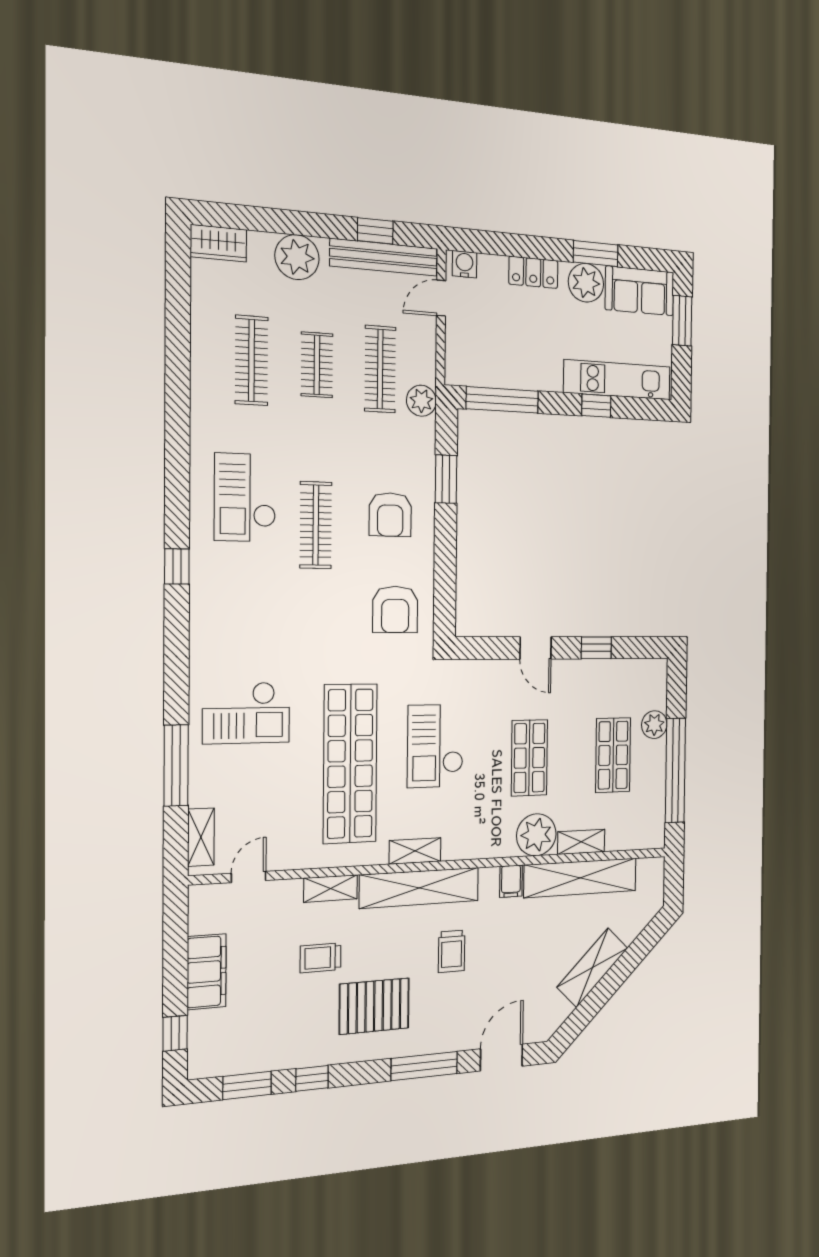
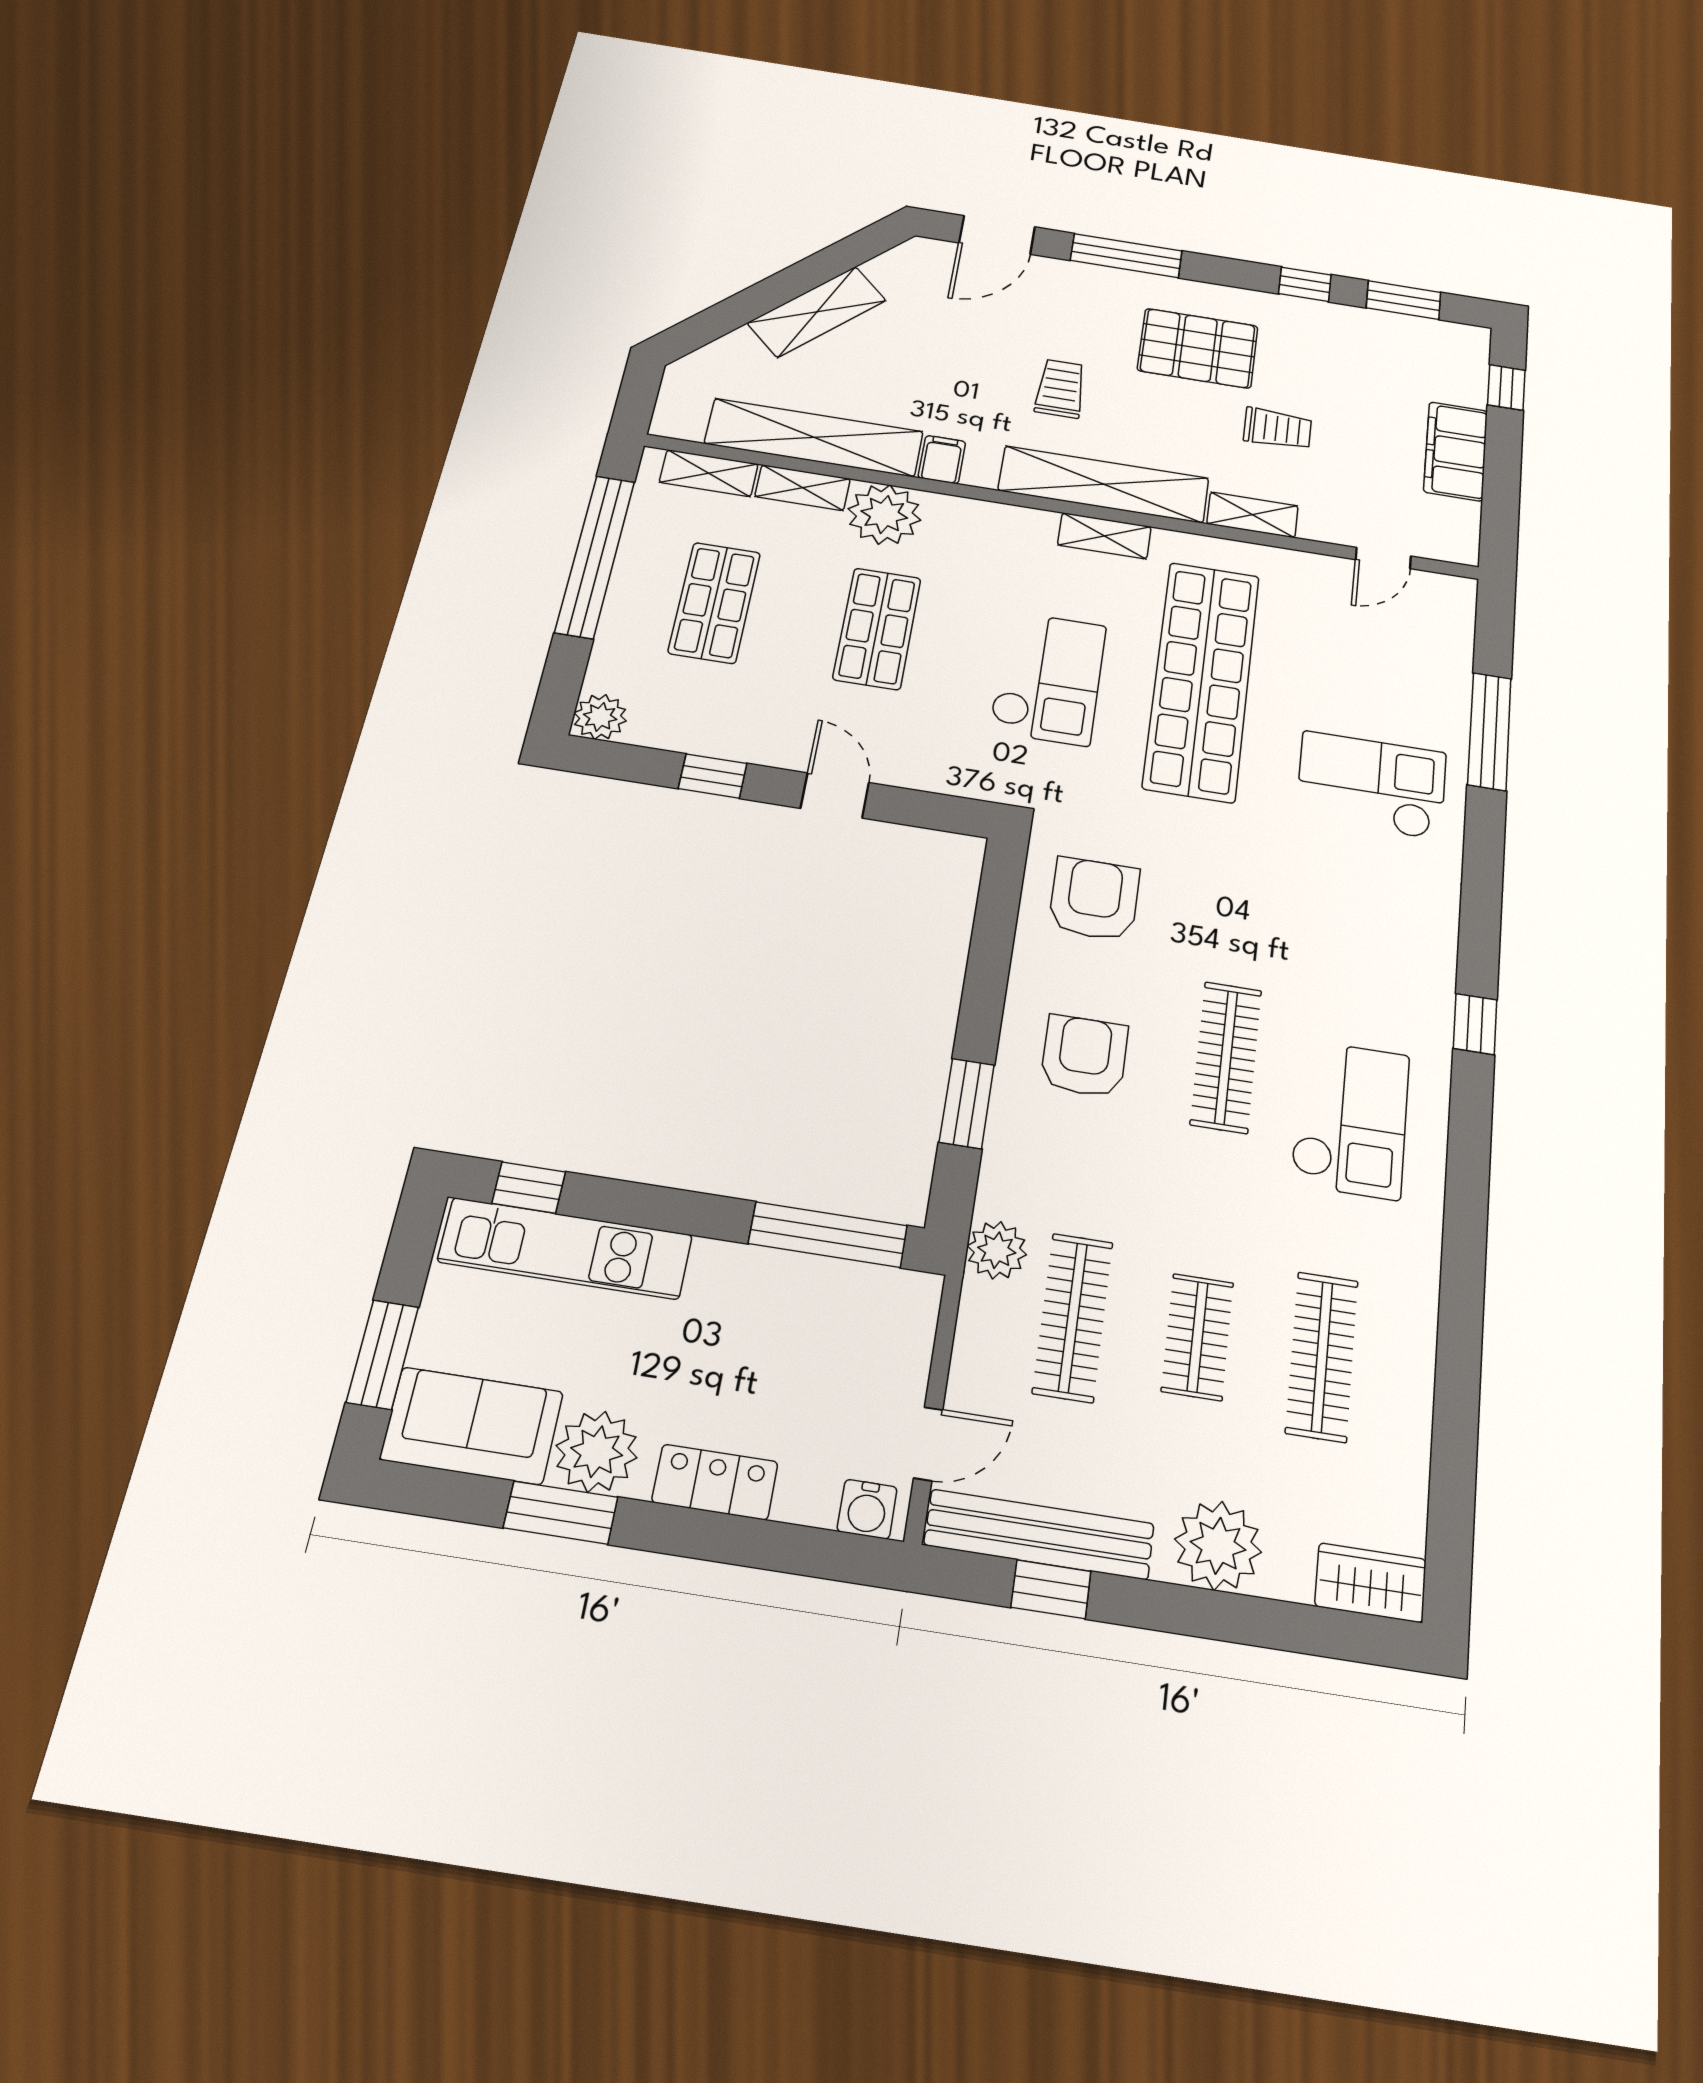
window: (596, 406) -> (529, 1188), moved
plant: (654, 725) -> (600, 717), moved
shelving: (201, 837) -> (709, 473), moved, turned 90

